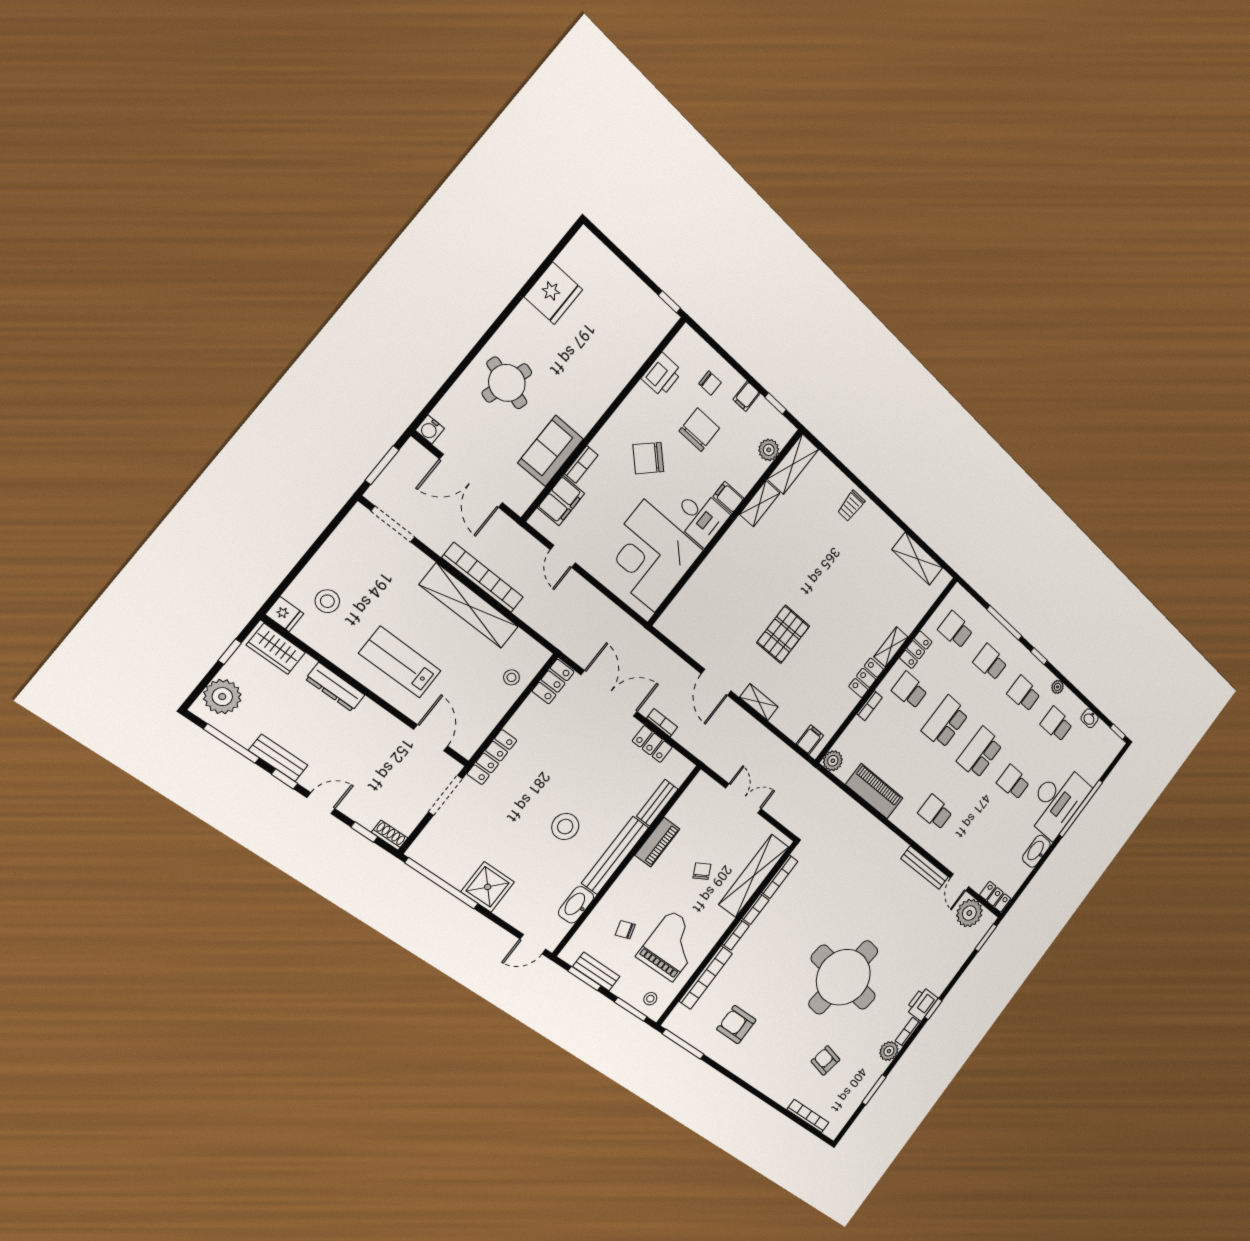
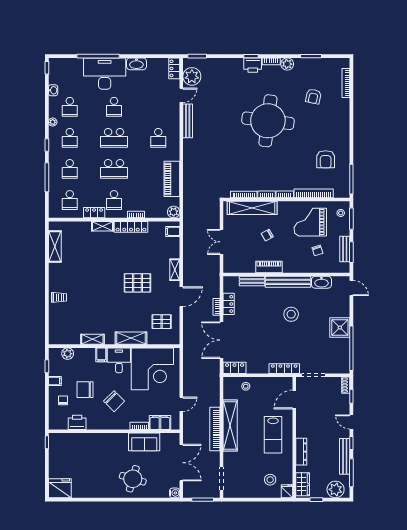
fridge: (553, 293) -> (60, 488), moved
shelving: (793, 464) -> (131, 338), moved
pallet: (705, 626) -> (162, 322), added
locker: (866, 678) -> (131, 227), width x1.53
bench: (278, 758) -> (345, 456), width x1.36

